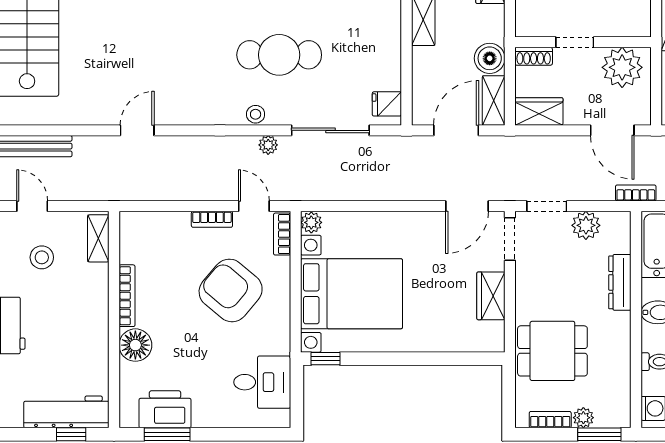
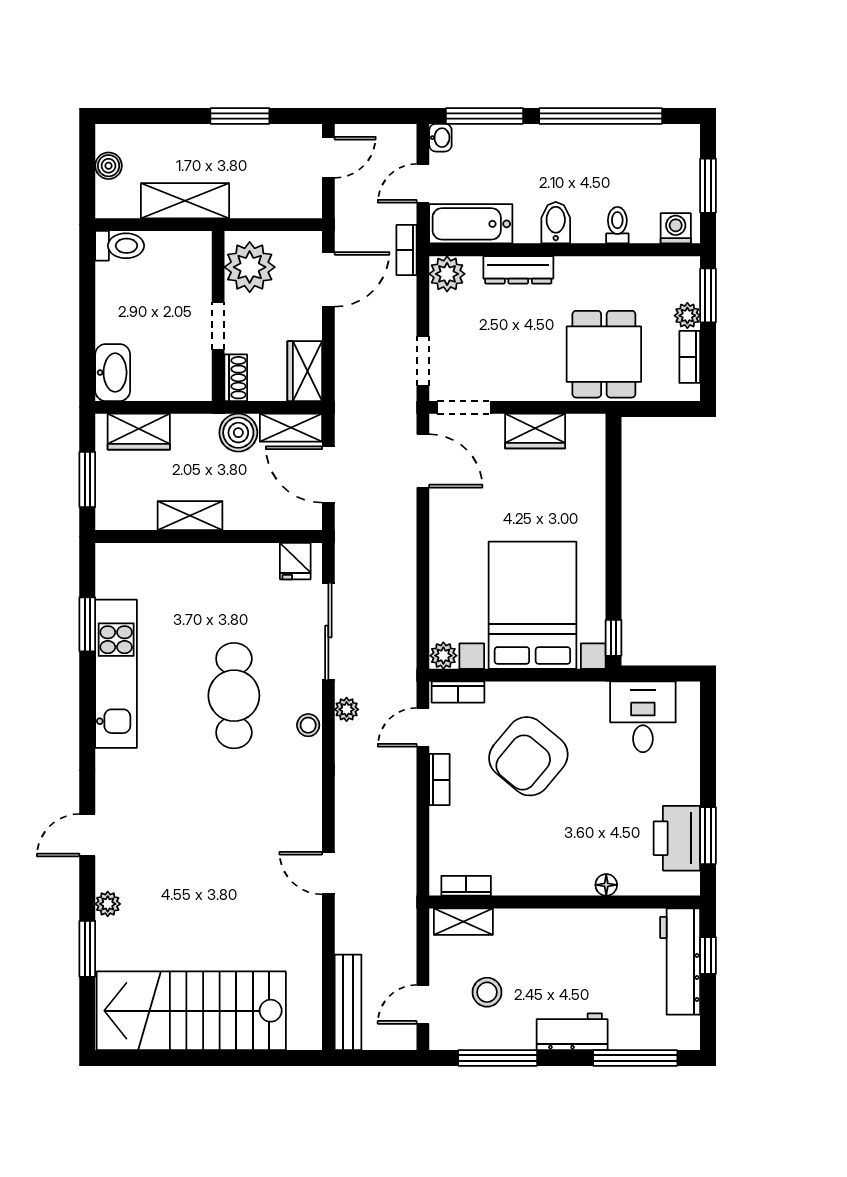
plant: (586, 225) -> (447, 274), moved
bookcase: (127, 296) -> (466, 886), moved, width x0.64
floor lamp: (135, 345) -> (606, 885), width x0.53, depth x0.53

